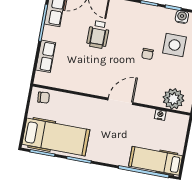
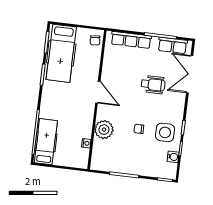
wheelchair: (98, 34) -> (153, 85), turned 180
side table: (175, 45) -> (165, 132), moved
row of seats: (46, 56) -> (131, 40), width x1.48
plant: (173, 99) -> (104, 130), moved
door: (120, 101) -> (98, 92), moved

